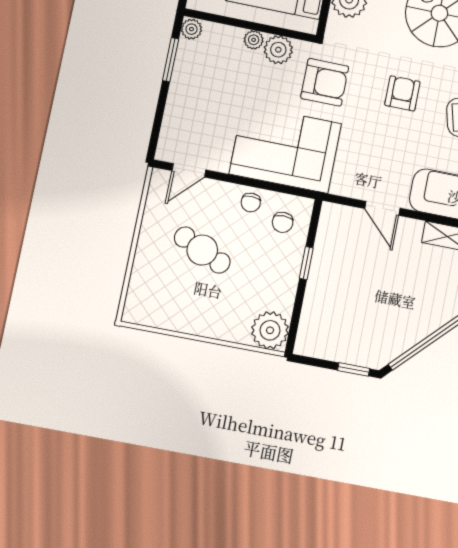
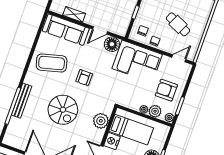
plant: (278, 50) -> (155, 111), moved
armchair: (325, 82) -> (166, 90), moved
floor lamp: (350, 180) -> (112, 44), added
door: (382, 208) -> (100, 30), swing flipped

